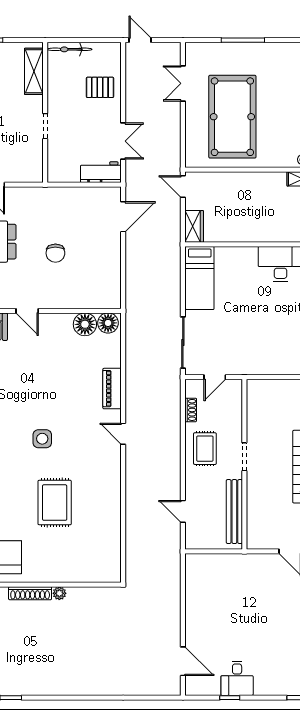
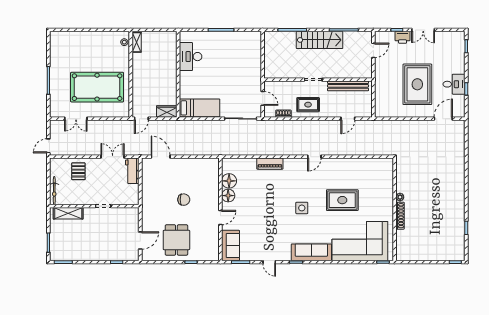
floor lamp: (108, 323) -> (228, 196), moved
door: (123, 434) -> (314, 157), moved
rug: (237, 621) -> (417, 84), added

